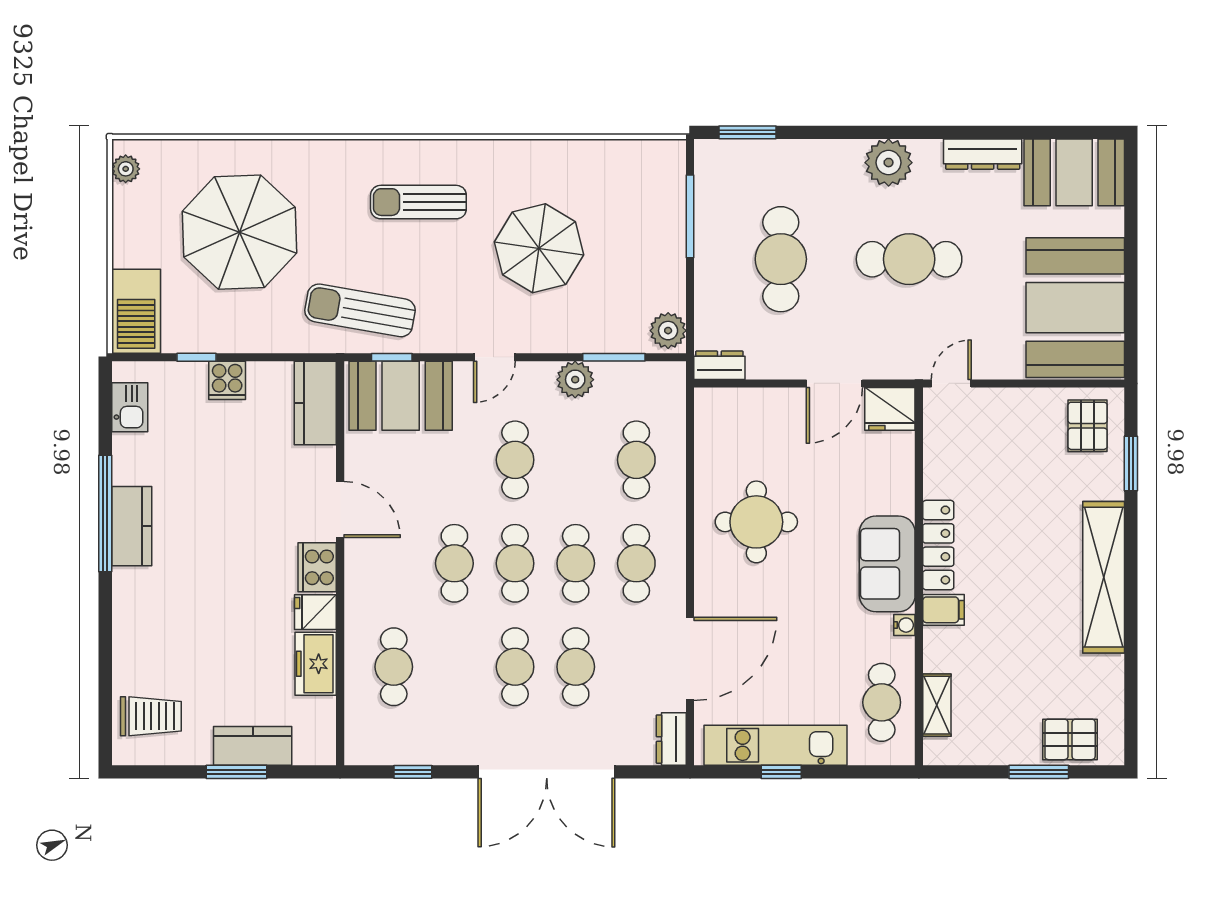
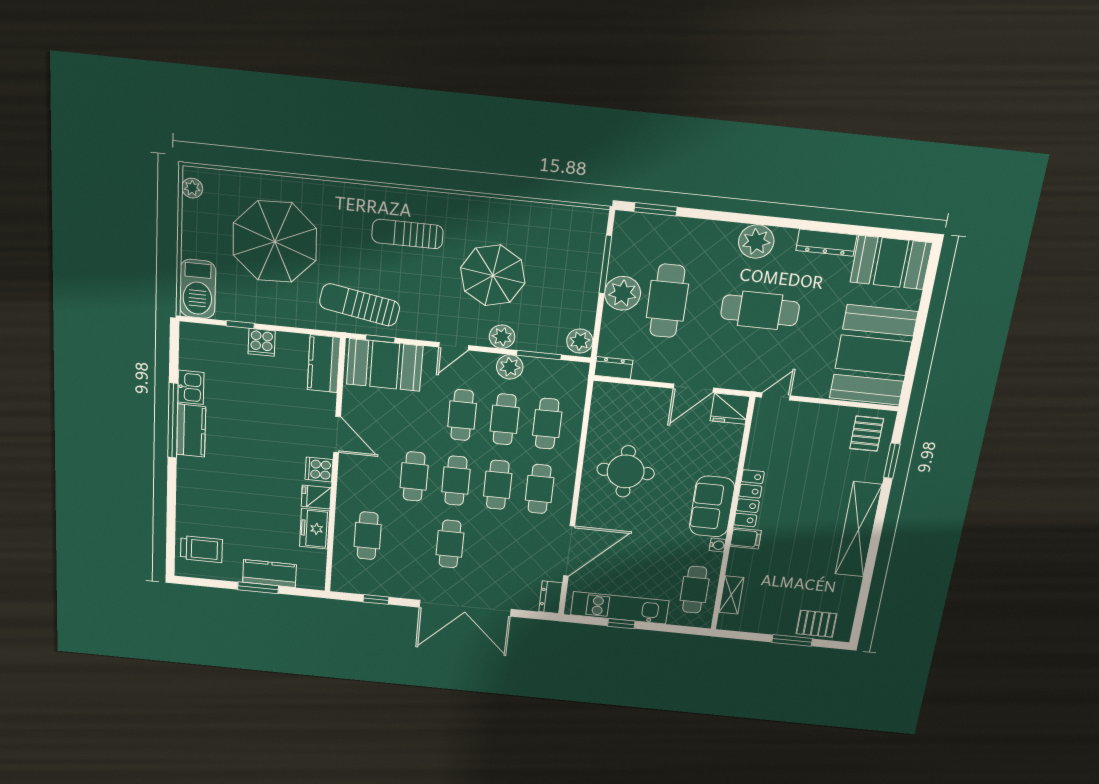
plant: (718, 255) -> (623, 293), added
plant: (560, 336) -> (502, 337), added
kitchen sink: (130, 407) -> (191, 387), moved
cooker: (317, 567) -> (319, 469), width x0.73
cafe table: (576, 667) -> (505, 419), moved

